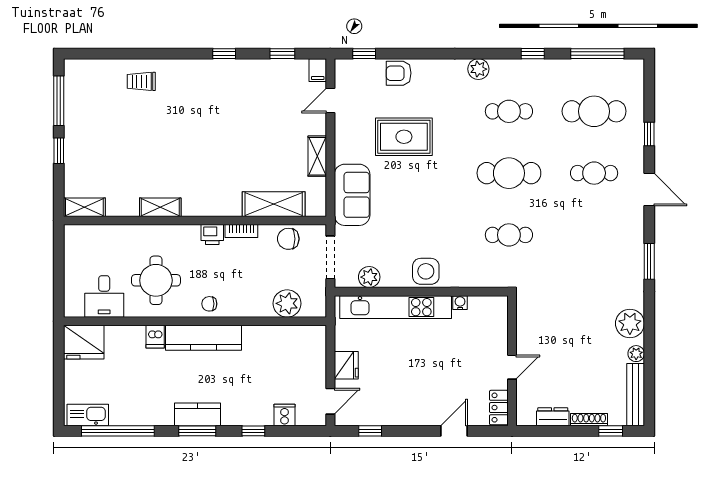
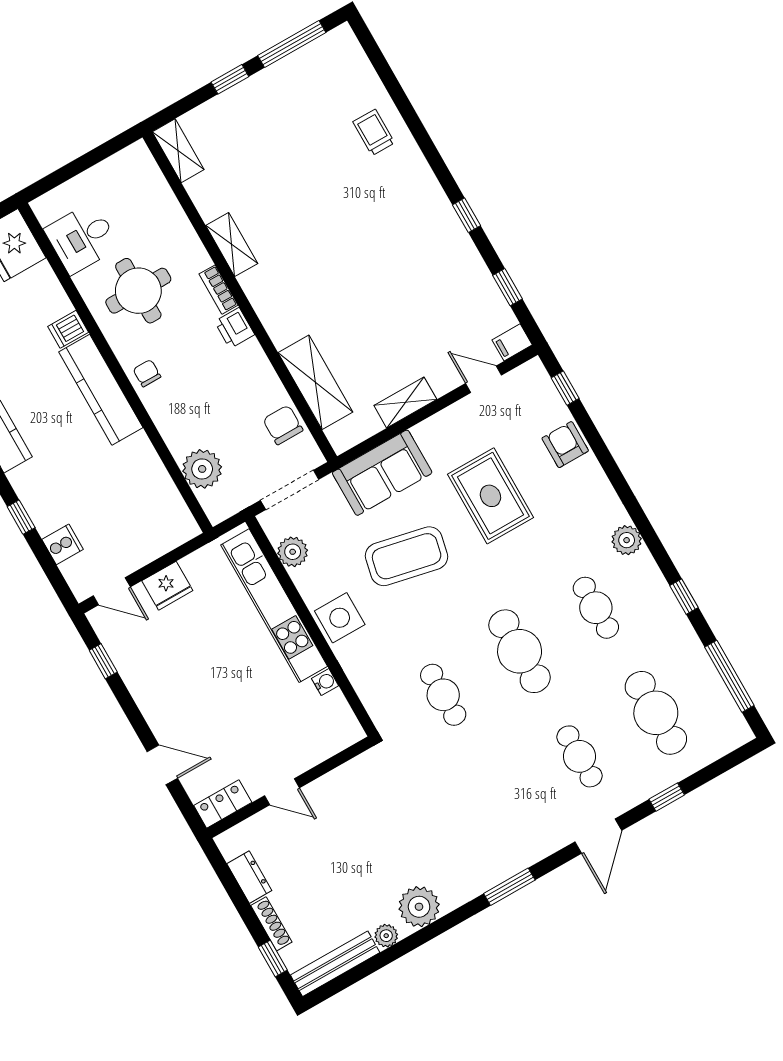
coffee table: (412, 209) -> (407, 556), added
bookcase: (241, 231) -> (218, 290), moved

